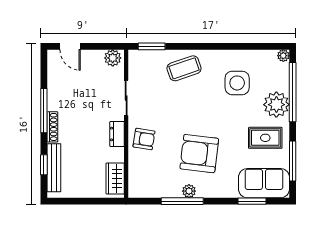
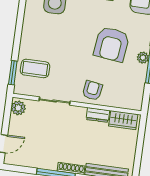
coffee table: (184, 68) -> (35, 68), moved, turned -71
dresser: (117, 134) -> (98, 115), moved

